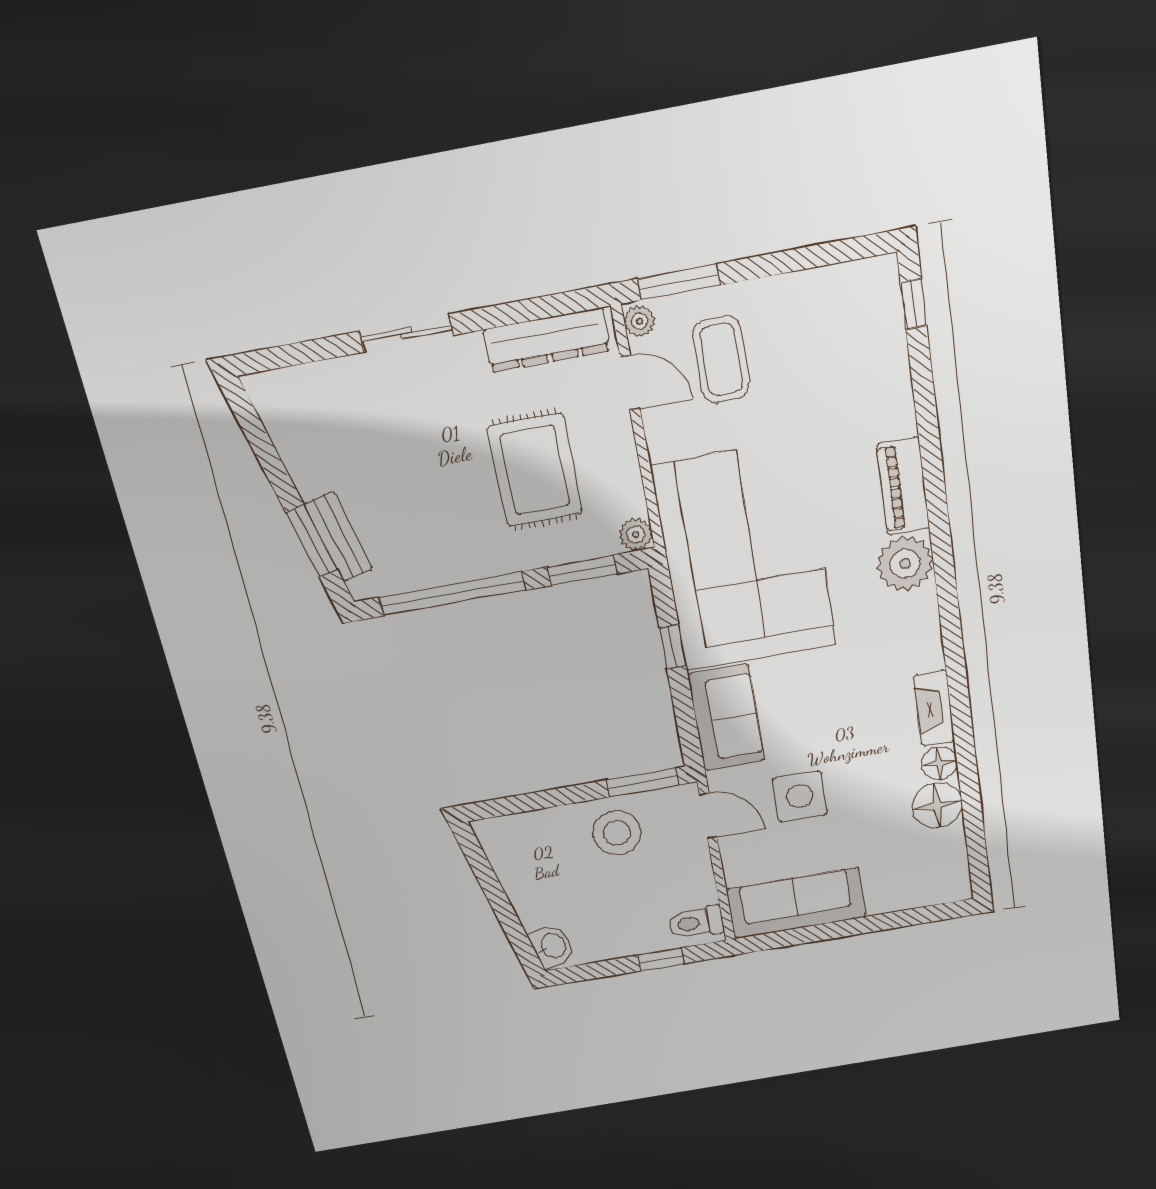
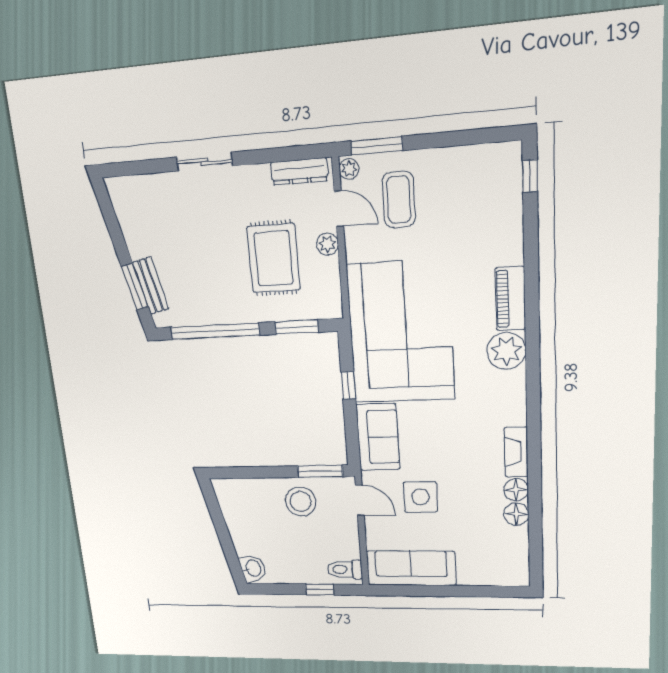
dresser: (547, 340) -> (299, 171), width x0.73, depth x0.80
plant: (636, 535) -> (327, 244), moved
floor lamp: (937, 805) -> (516, 514), width x0.73, depth x0.73

